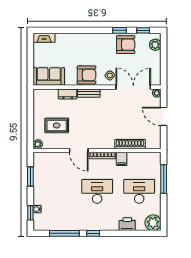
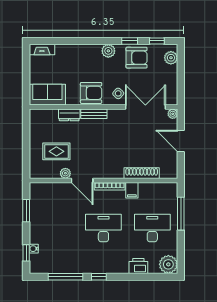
plant: (101, 39) -> (108, 51), added
plant: (38, 144) -> (65, 173), moved

